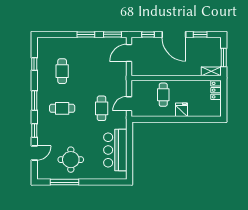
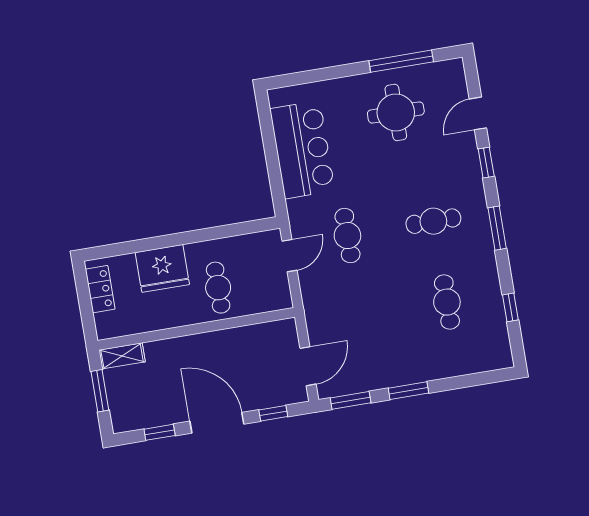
locker: (216, 90) -> (100, 289), moved
fridge: (182, 110) -> (162, 268), width x1.88, depth x1.34

